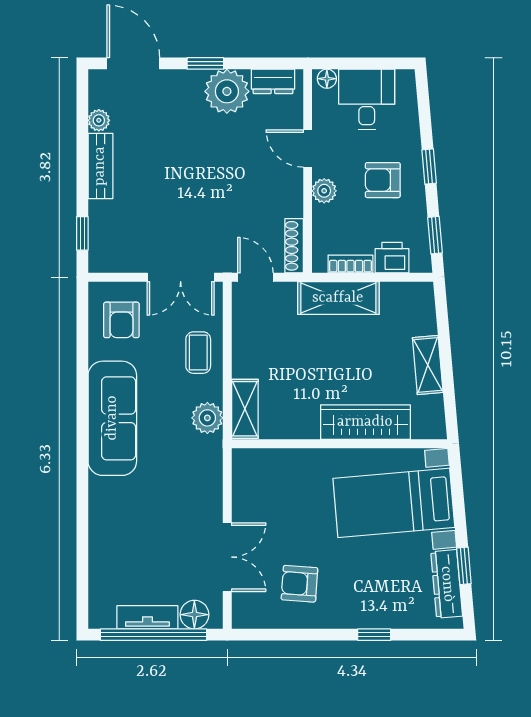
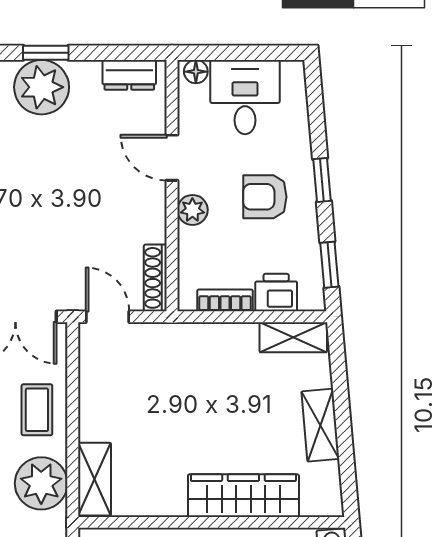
plant: (227, 91) -> (42, 87), moved
shelving: (338, 298) -> (293, 337), moved, width x0.67, depth x0.75
plant: (207, 418) -> (41, 483), width x1.36, depth x1.36

